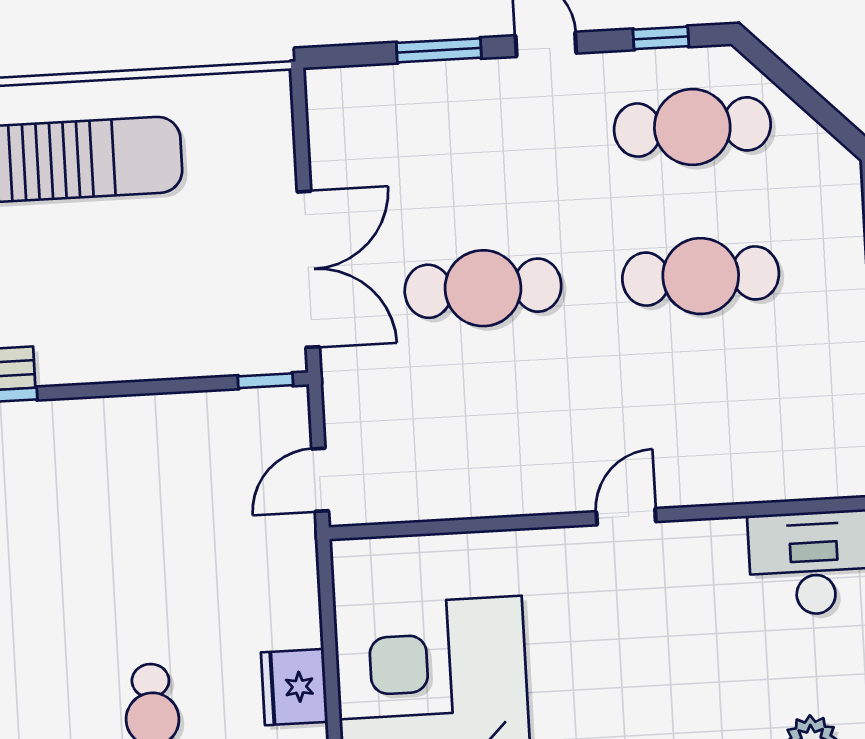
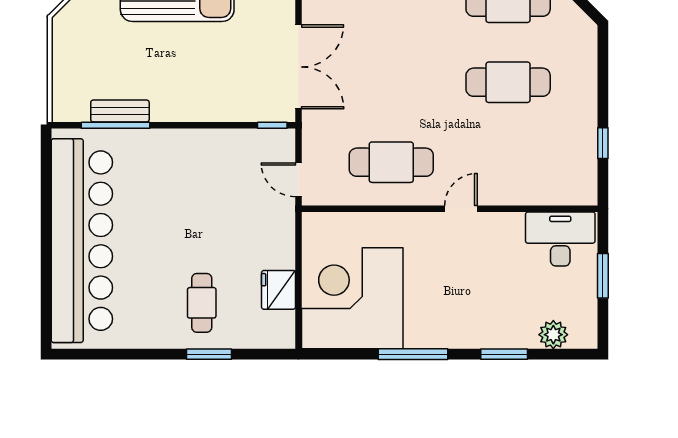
cafe table: (483, 288) -> (391, 162), moved
door: (320, 480) -> (298, 180), hinge flipped

